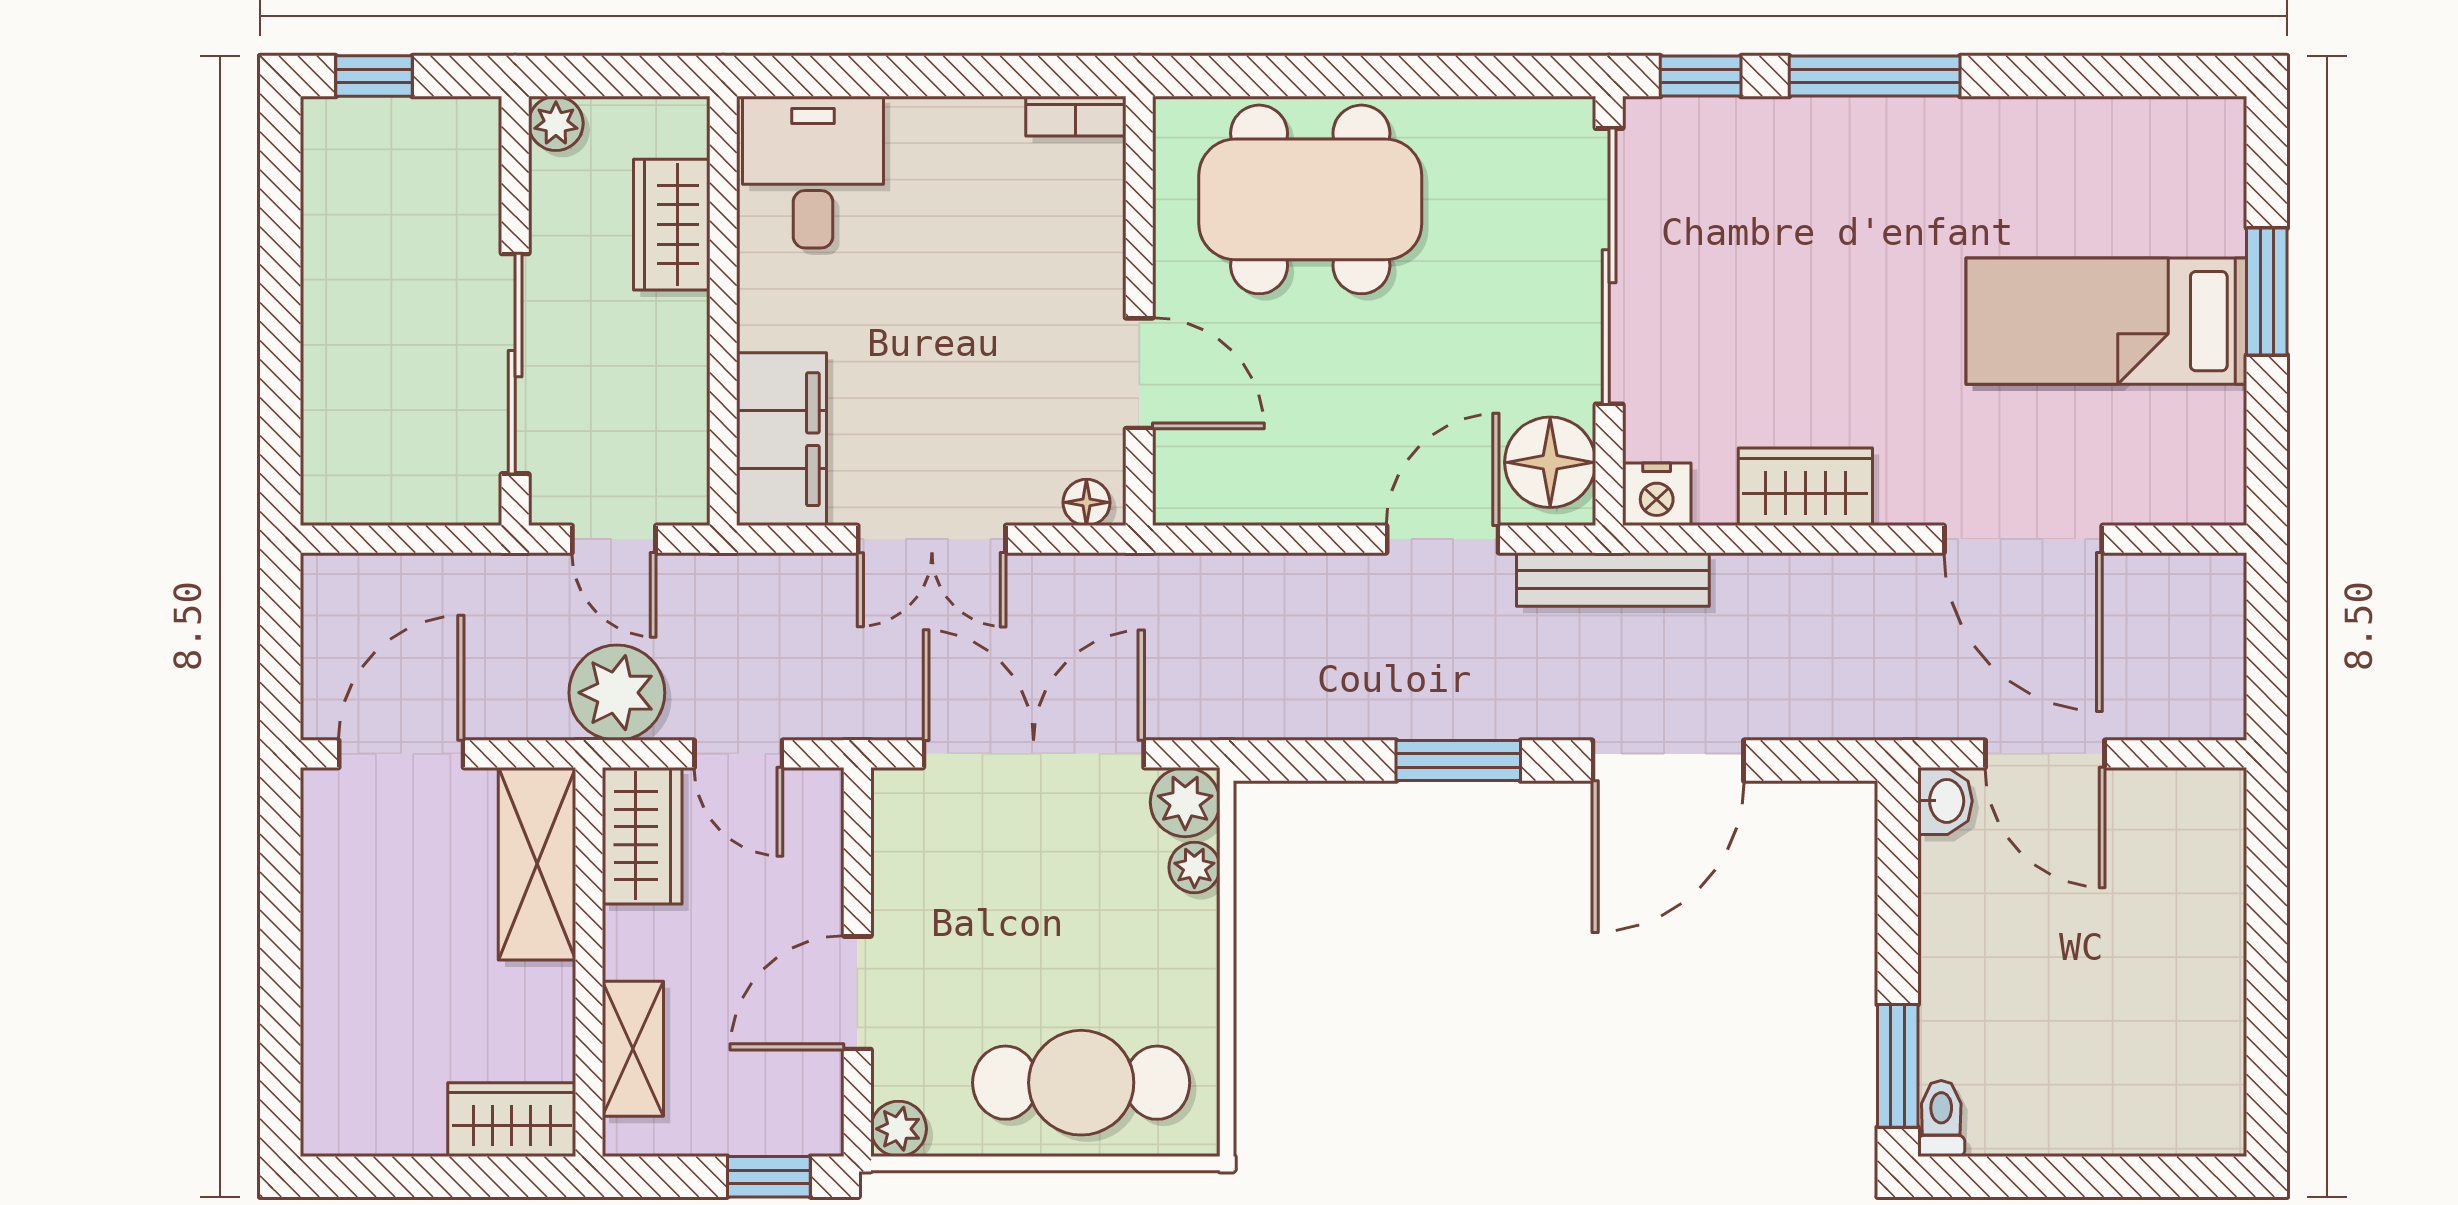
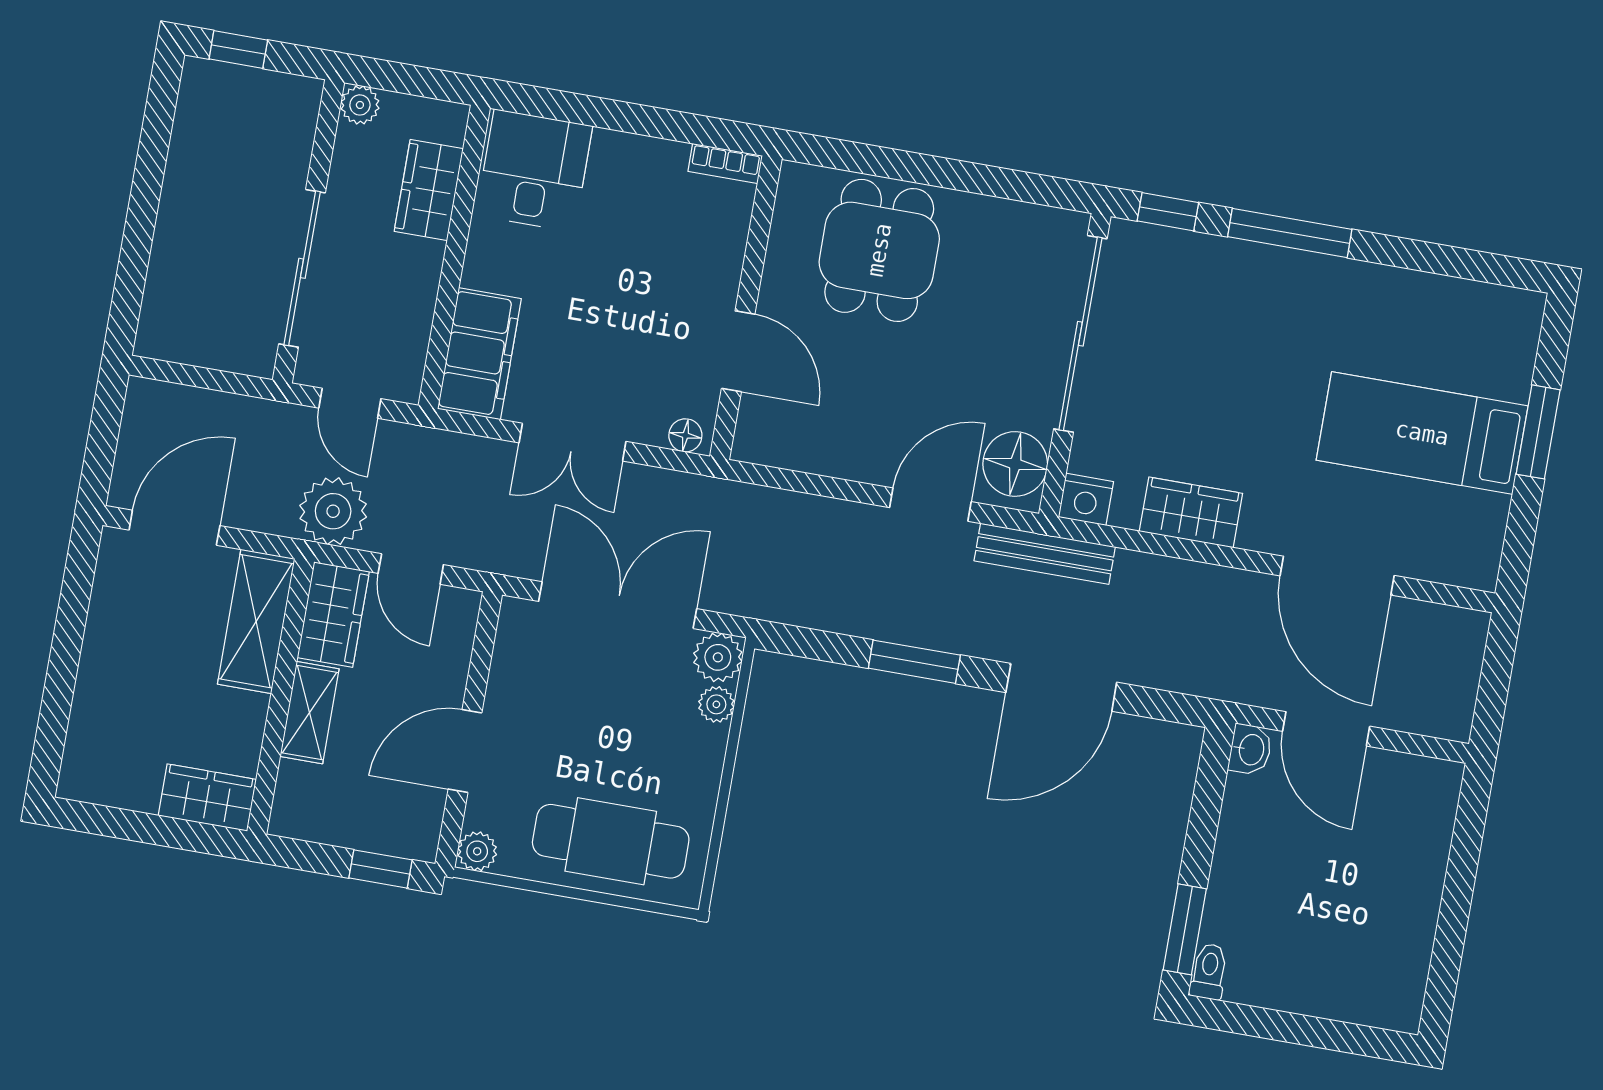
dining table: (1310, 199) -> (879, 250), width x0.73
shelving: (633, 1049) -> (310, 713), moved

